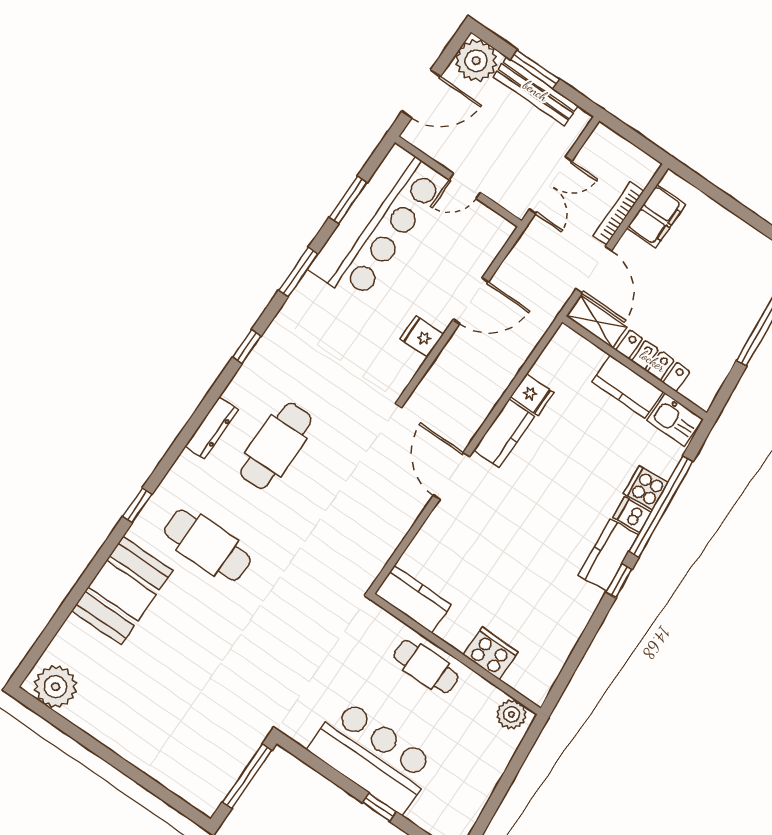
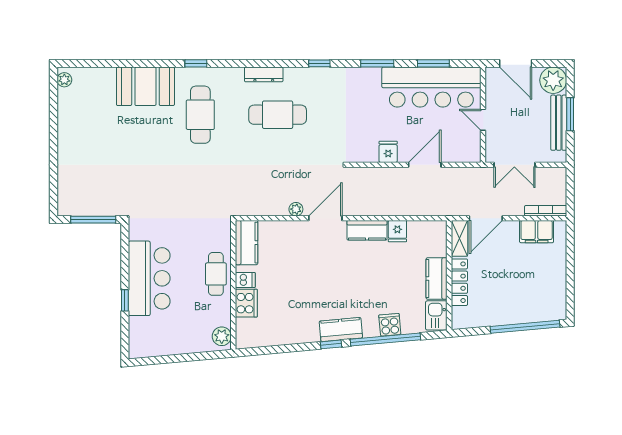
bookcase: (618, 214) -> (546, 211), moved
door: (471, 301) -> (425, 165), swing flipped
plant: (414, 506) -> (296, 209), added
dishwasher: (632, 515) -> (245, 280), moved, turned 95
plant: (56, 687) -> (64, 80), width x0.53, depth x0.53

